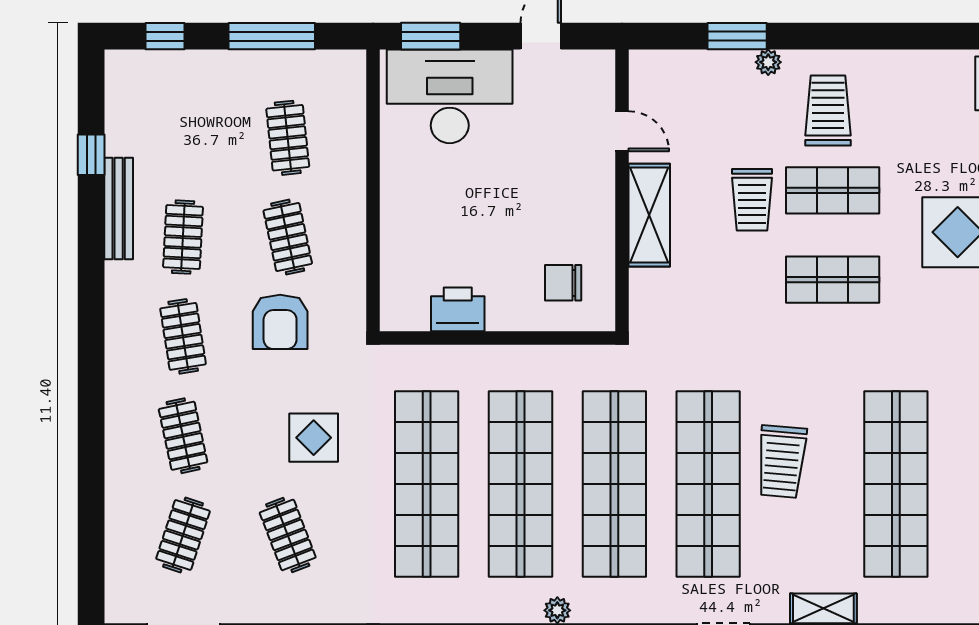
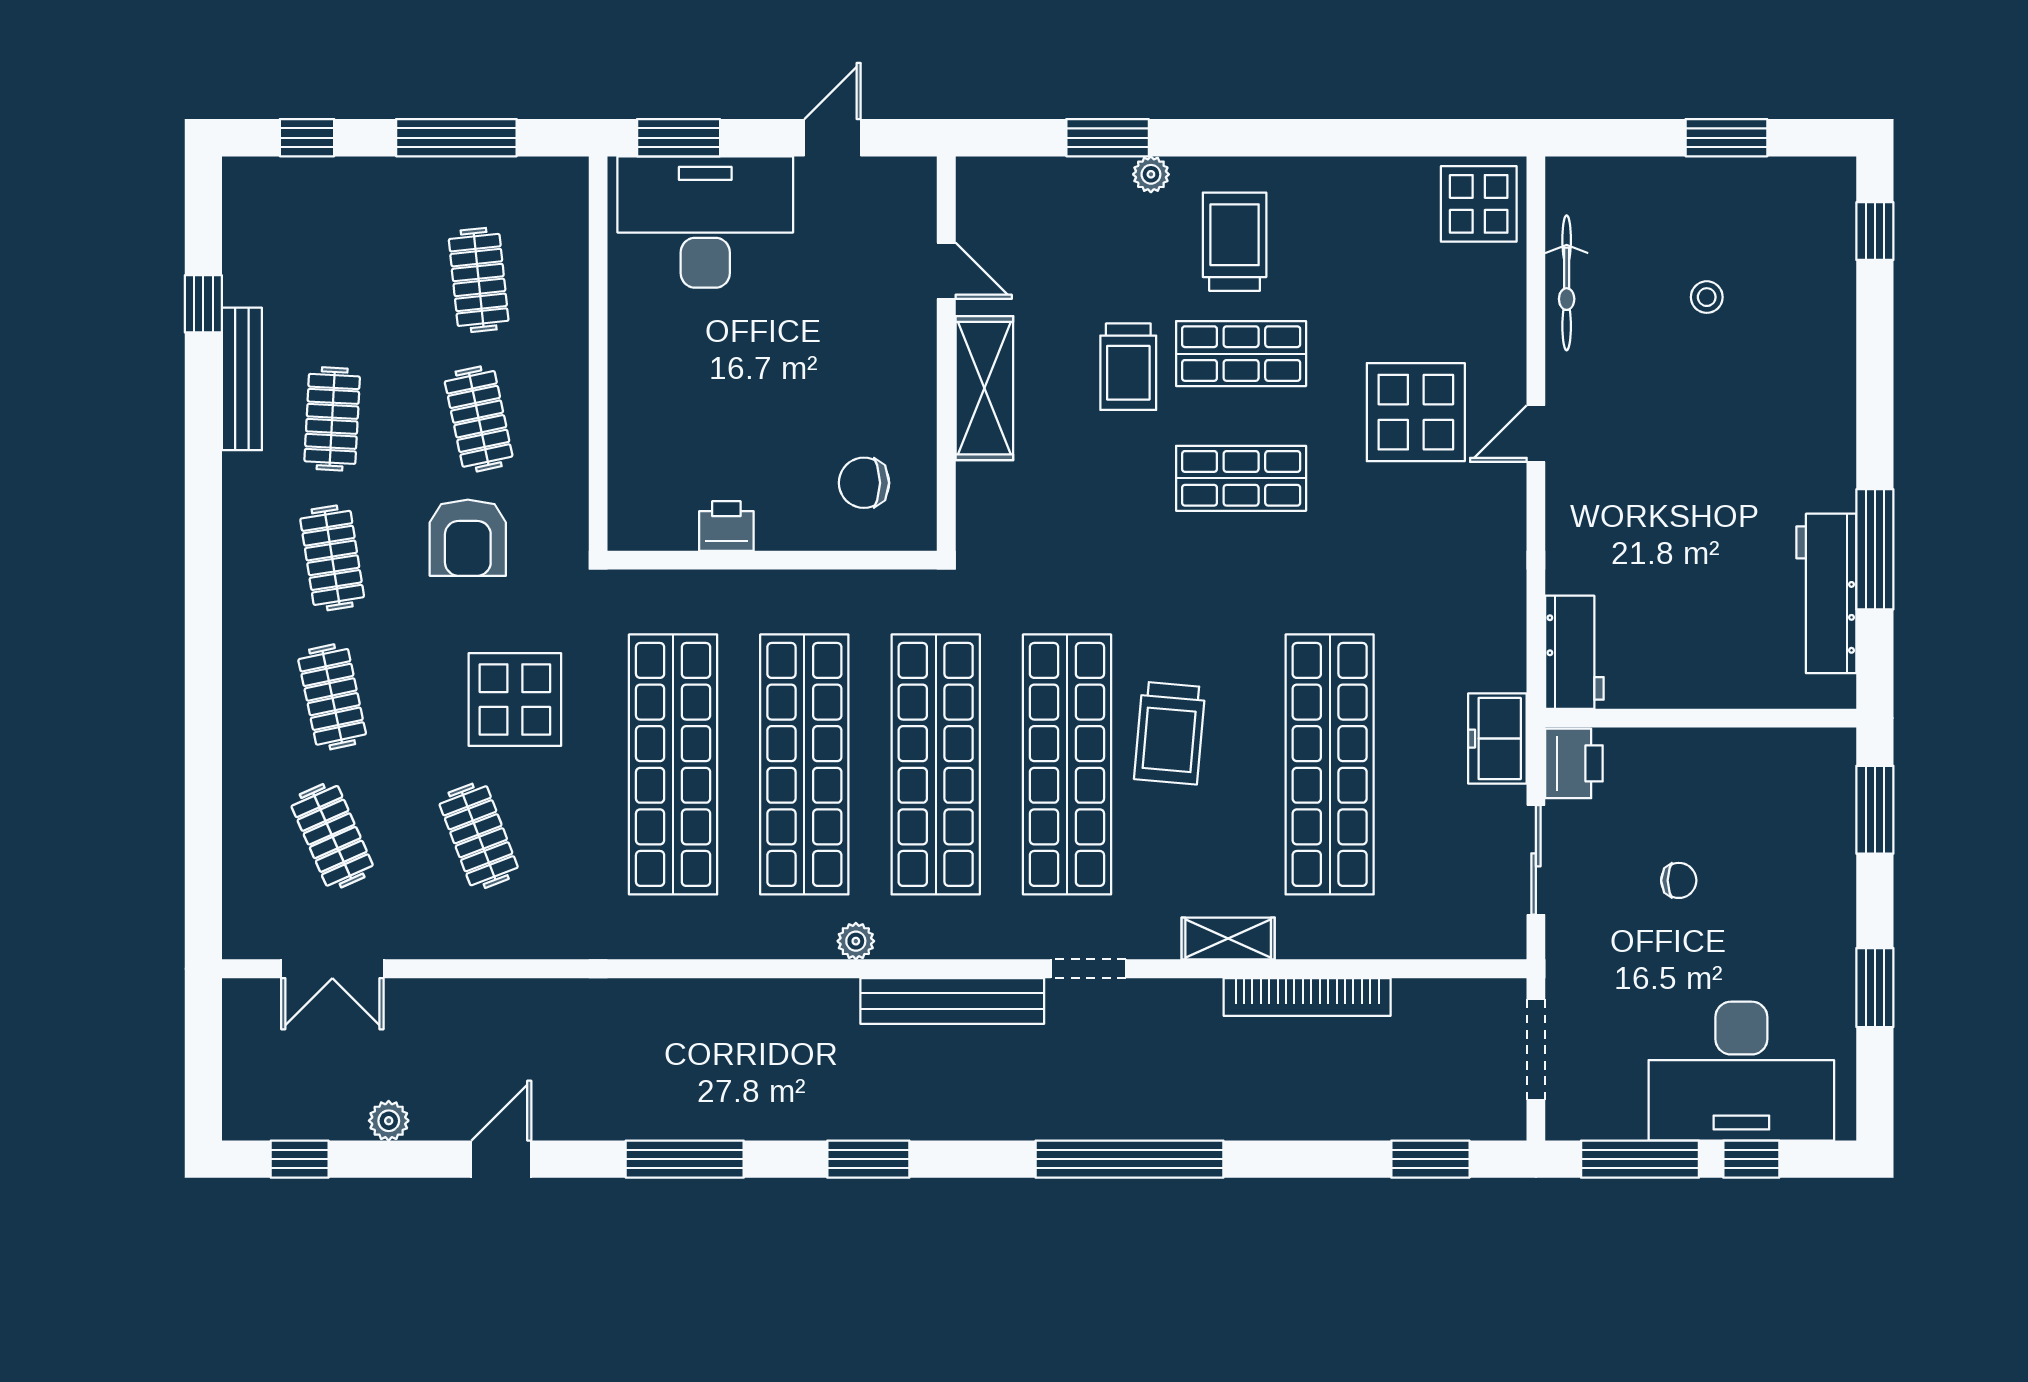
printer: (458, 309) -> (726, 526), width x0.73, depth x0.81
display table: (314, 438) -> (515, 700), width x1.36, depth x1.36
clothes rail: (183, 535) -> (332, 836), turned -42

